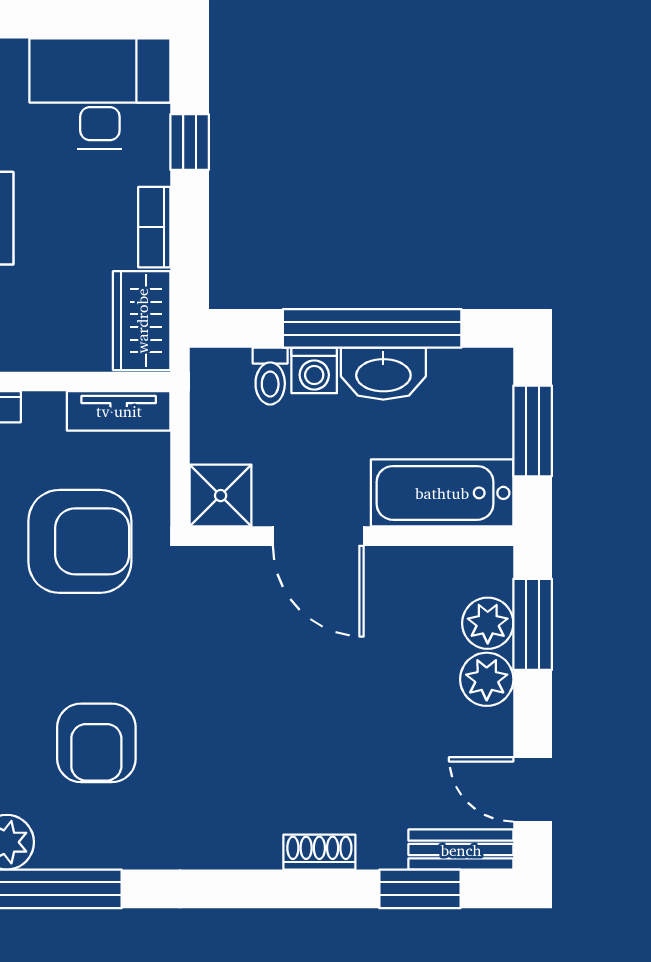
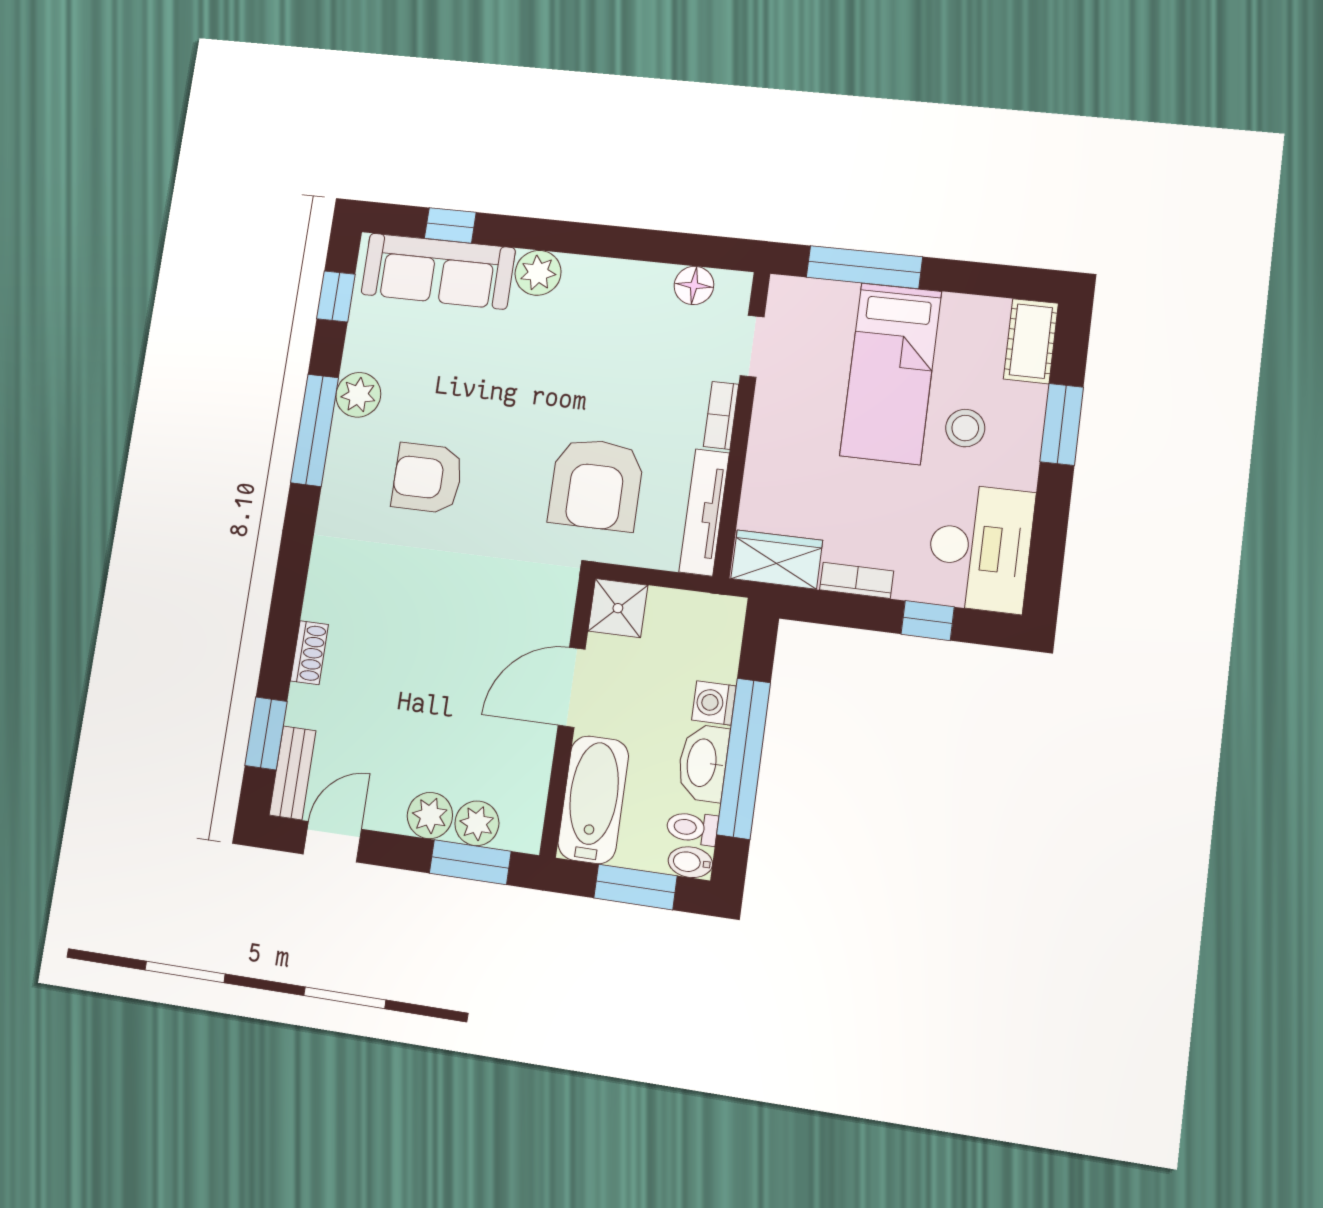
bidet: (496, 373) -> (690, 862), added
toilet: (270, 376) -> (692, 828), moved
tv unit: (119, 411) -> (704, 512), width x1.41

